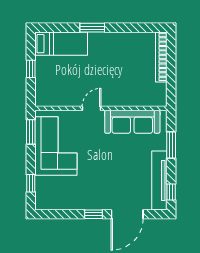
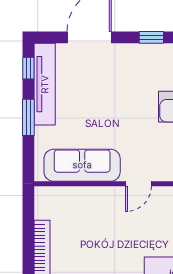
window: (171, 145) -> (28, 117), moved
window: (94, 214) -> (151, 37), moved

